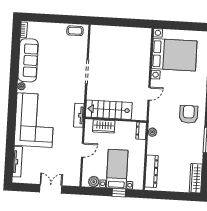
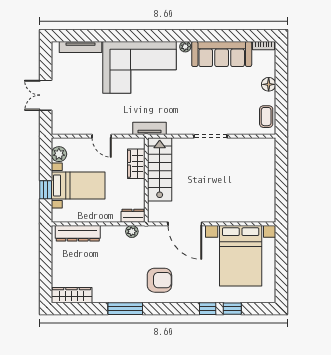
floor lamp: (52, 28) -> (269, 84), added
door: (149, 94) -> (185, 224), width x1.88
double door: (51, 189) -> (46, 95), swing flipped

